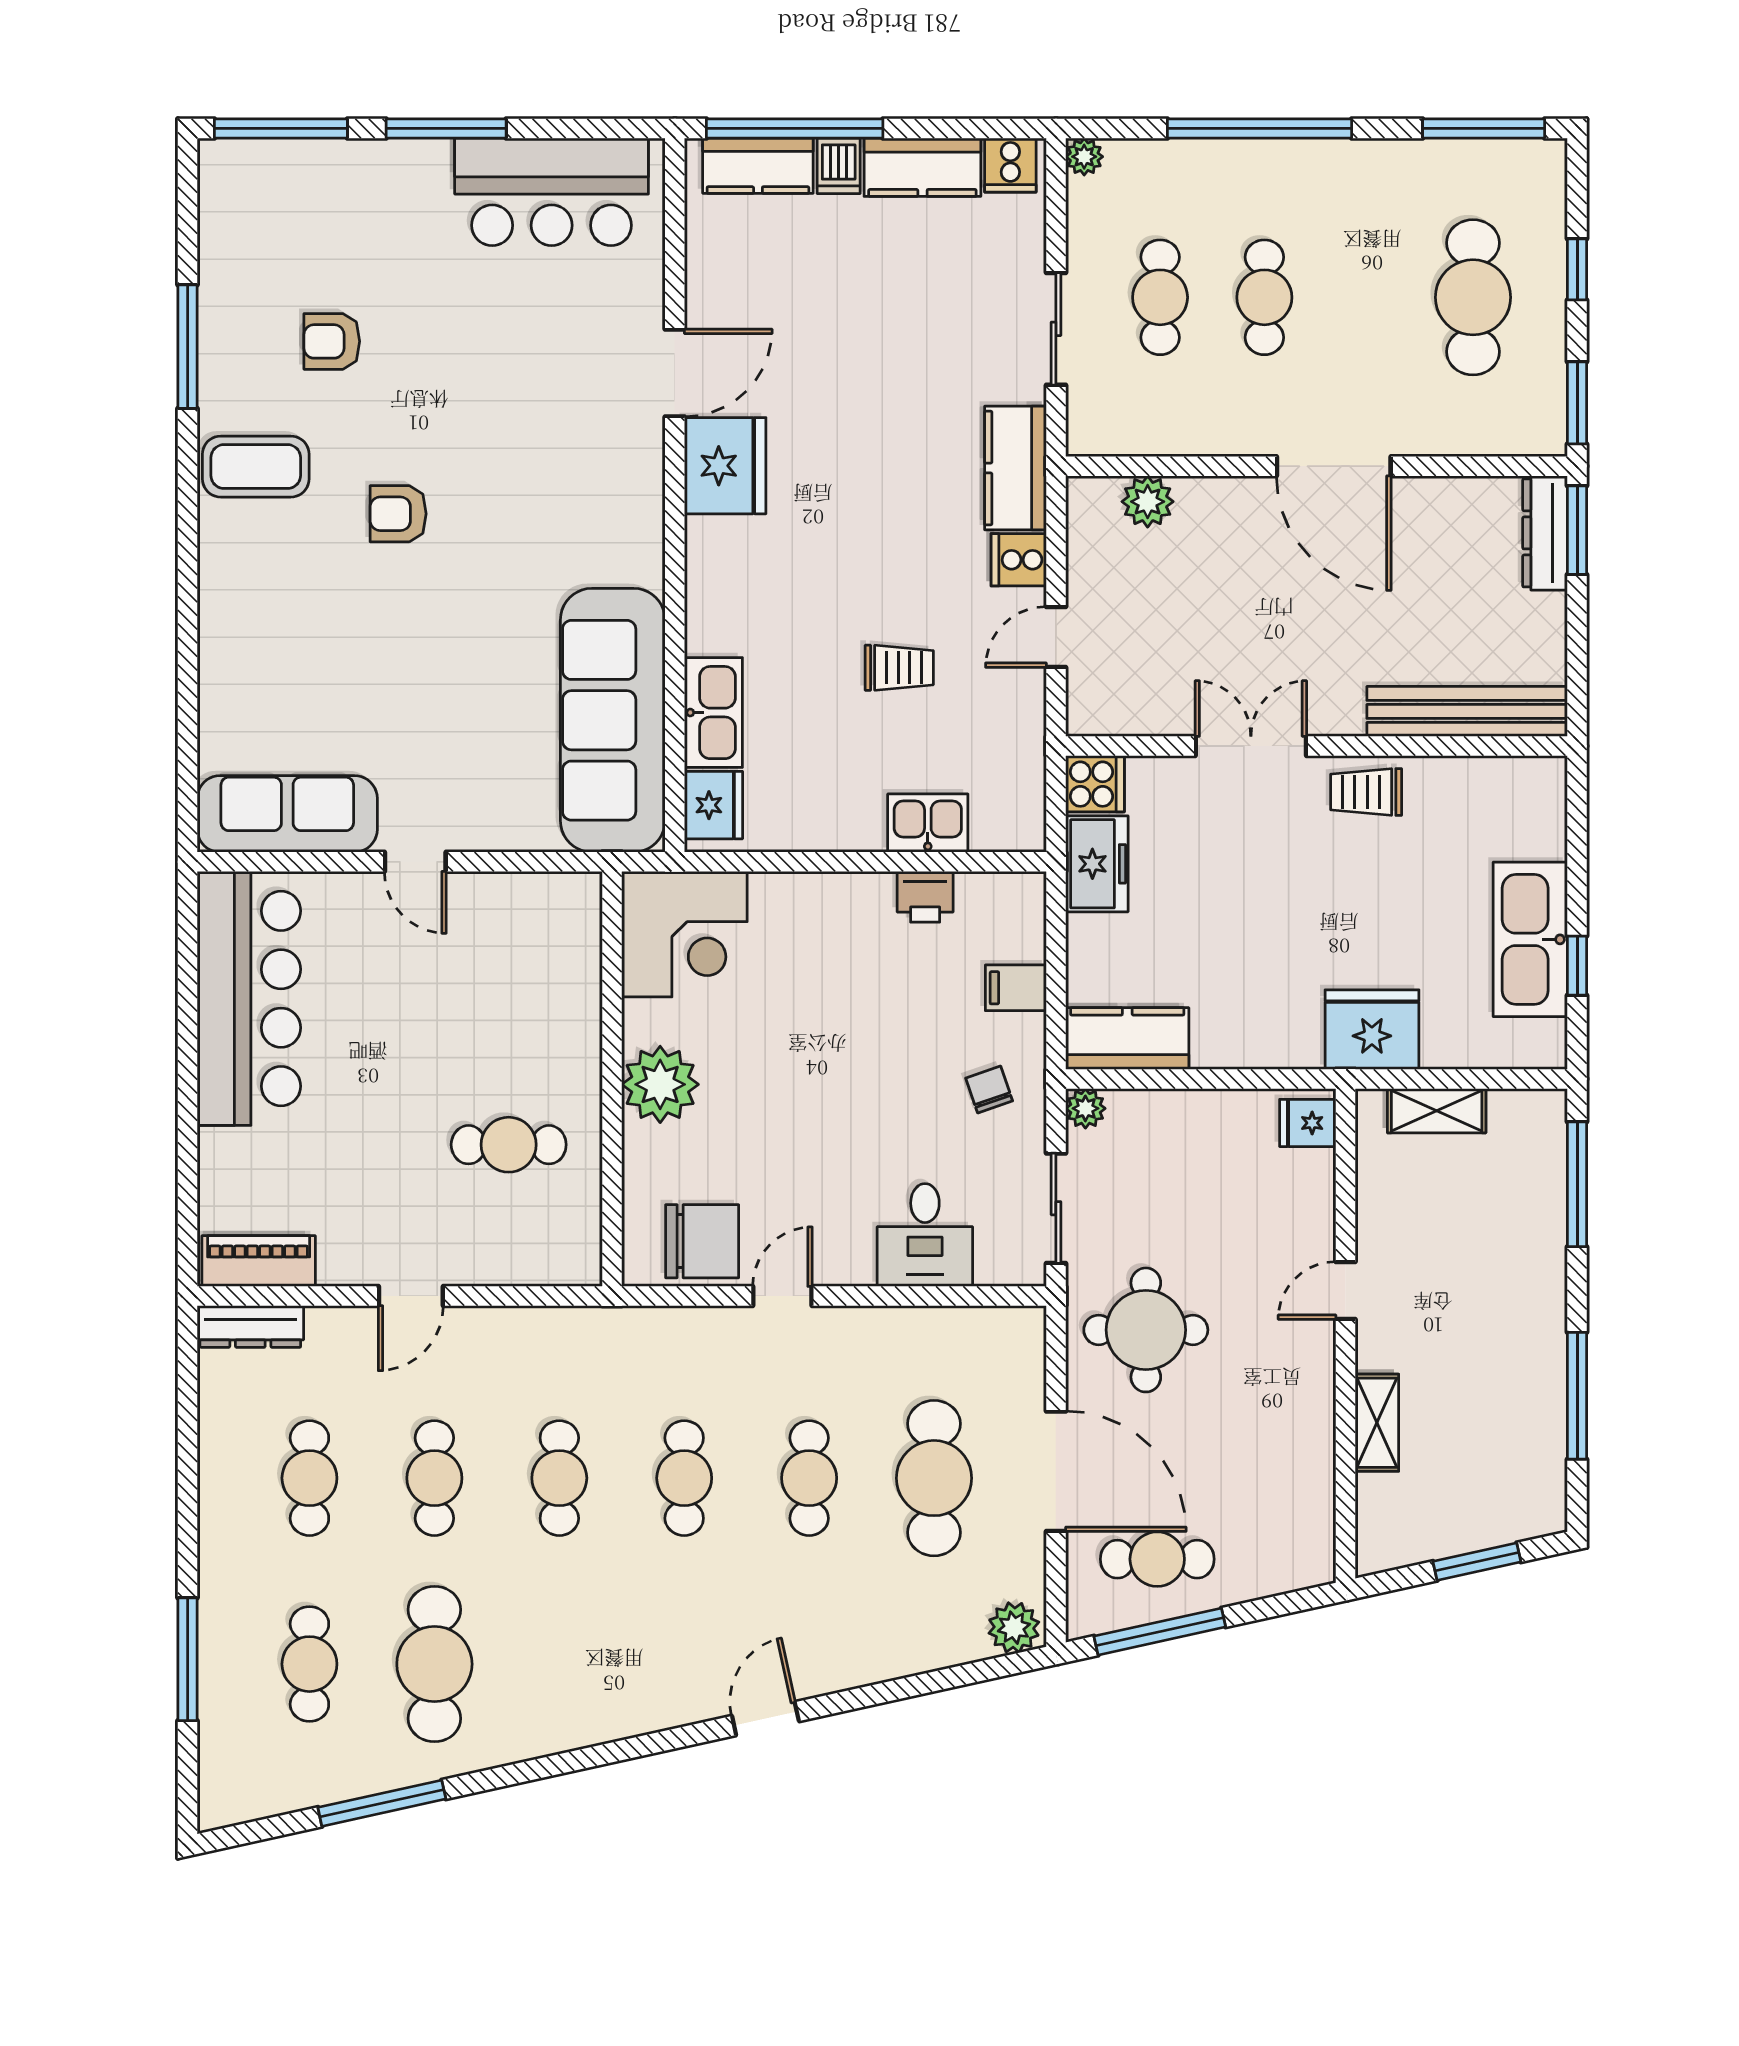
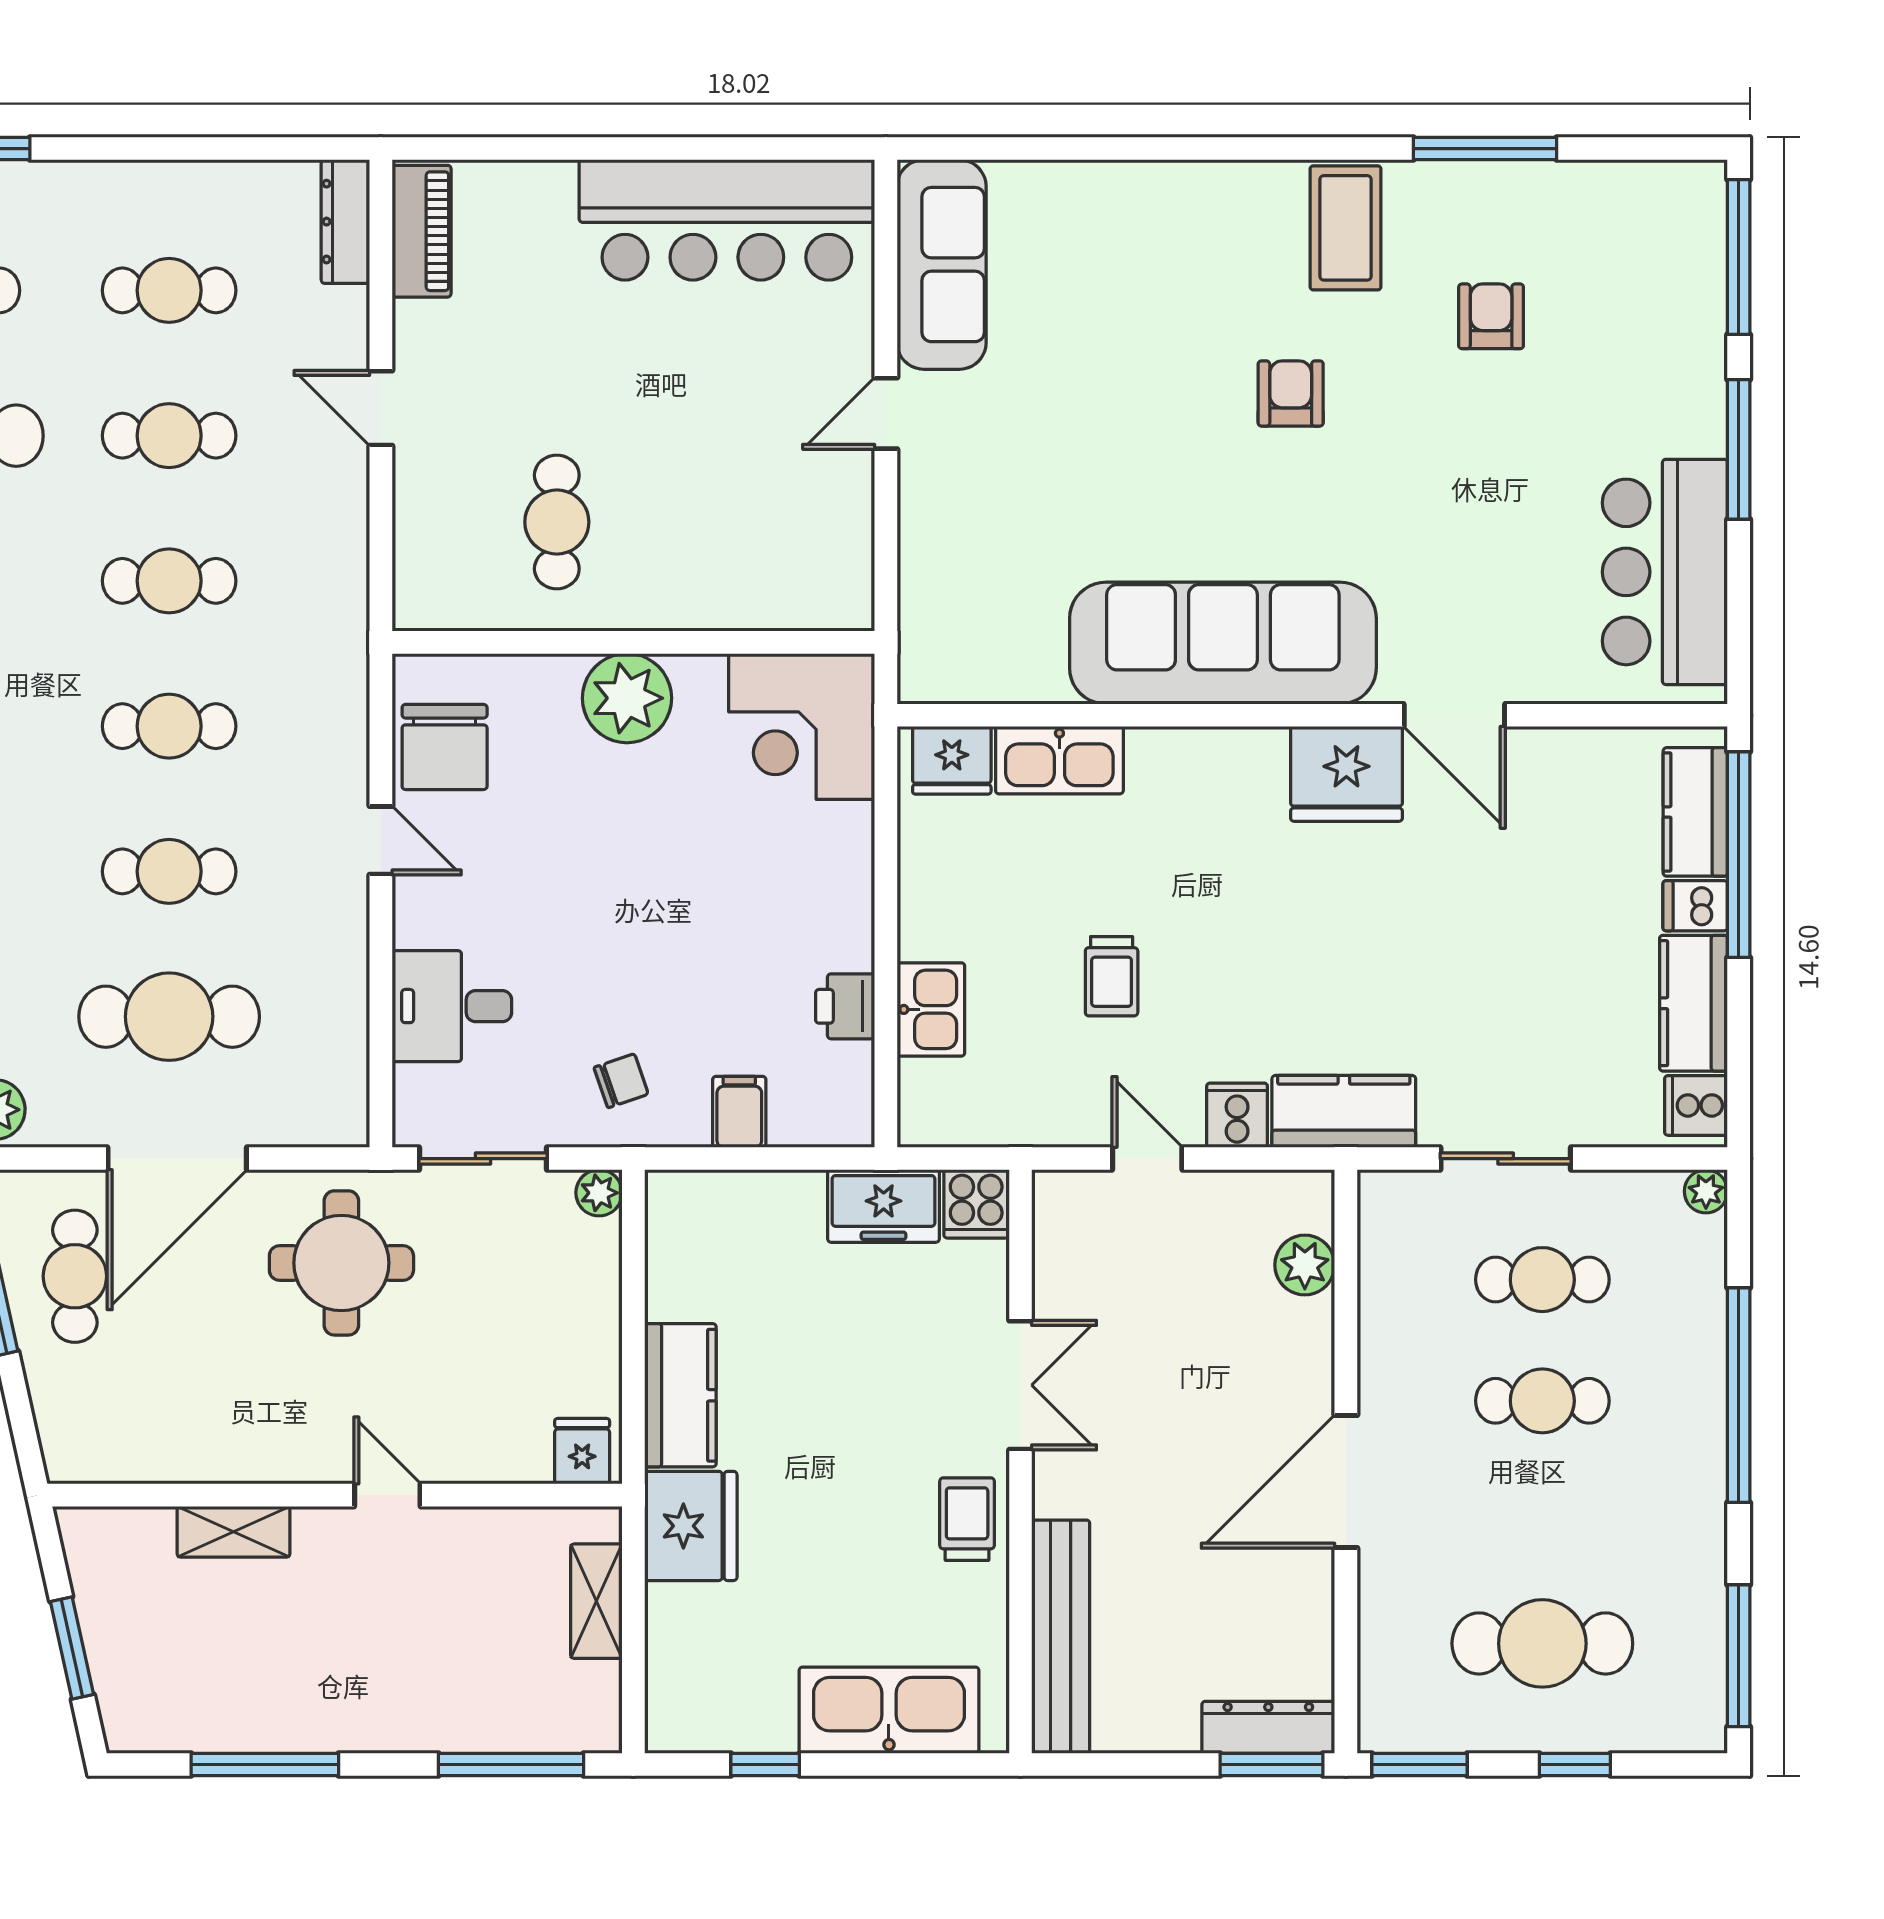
sofa: (613, 720) -> (1223, 643), moved
kitchen sink: (1530, 939) -> (889, 1710), moved
kitchen counter: (1127, 1038) -> (680, 1395), moved

